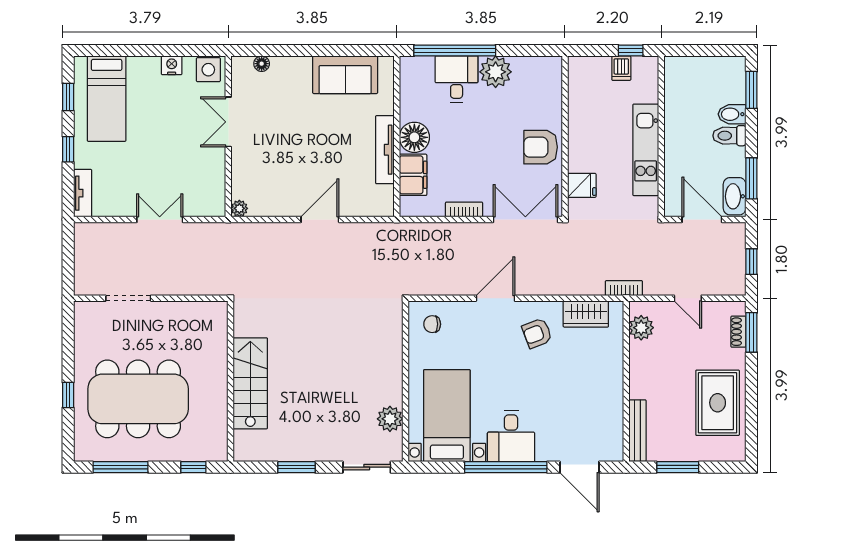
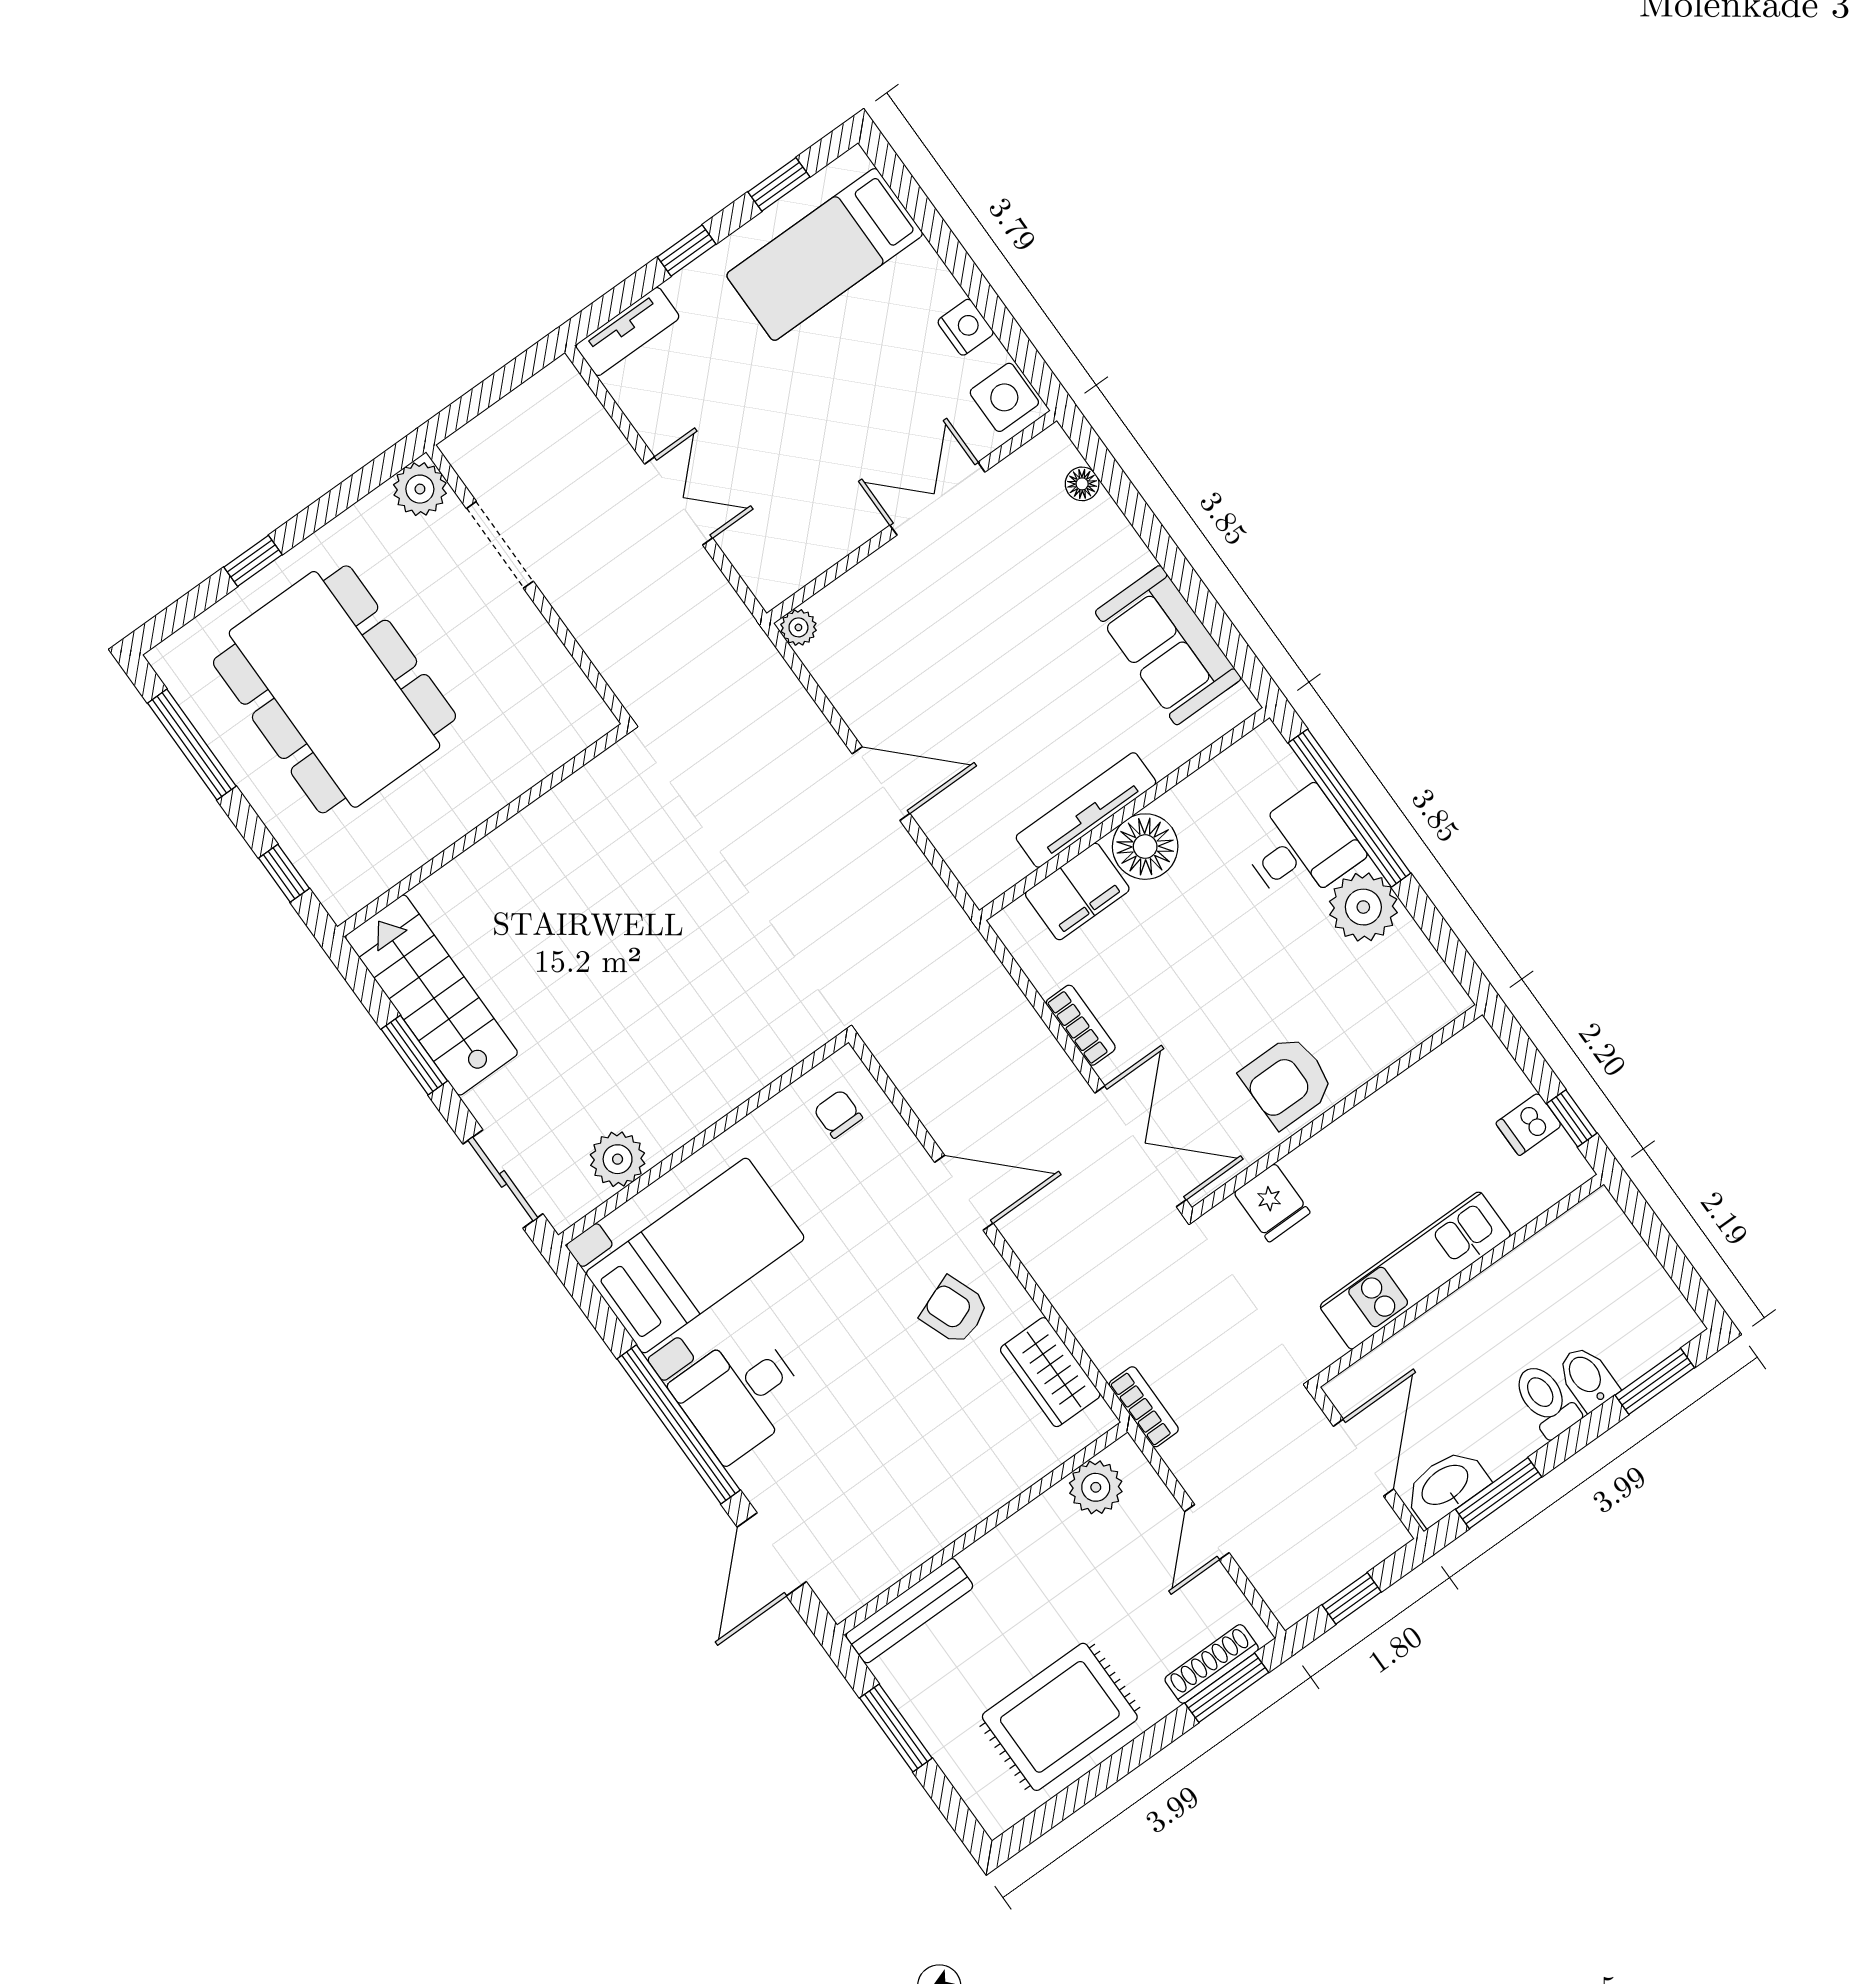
armchair: (541, 147) -> (1287, 1082), turned -90
plant: (86, 313) -> (420, 489), added
shoe rack: (738, 332) -> (1212, 1664), width x1.43
stairs: (250, 383) -> (432, 995), moved, turned -90

